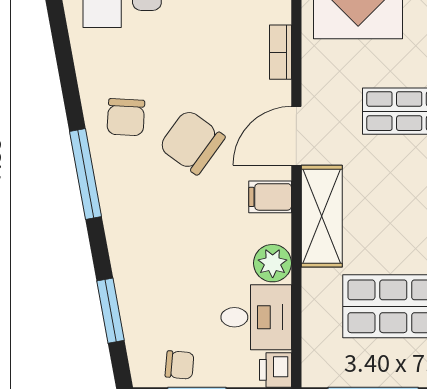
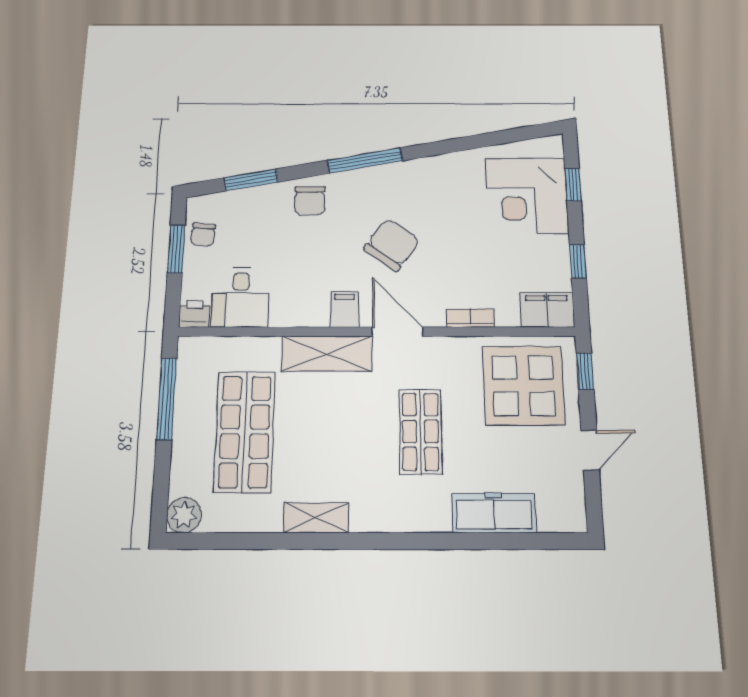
chair: (126, 117) -> (310, 201), moved, turned -93
plant: (273, 263) -> (287, 311), removed

